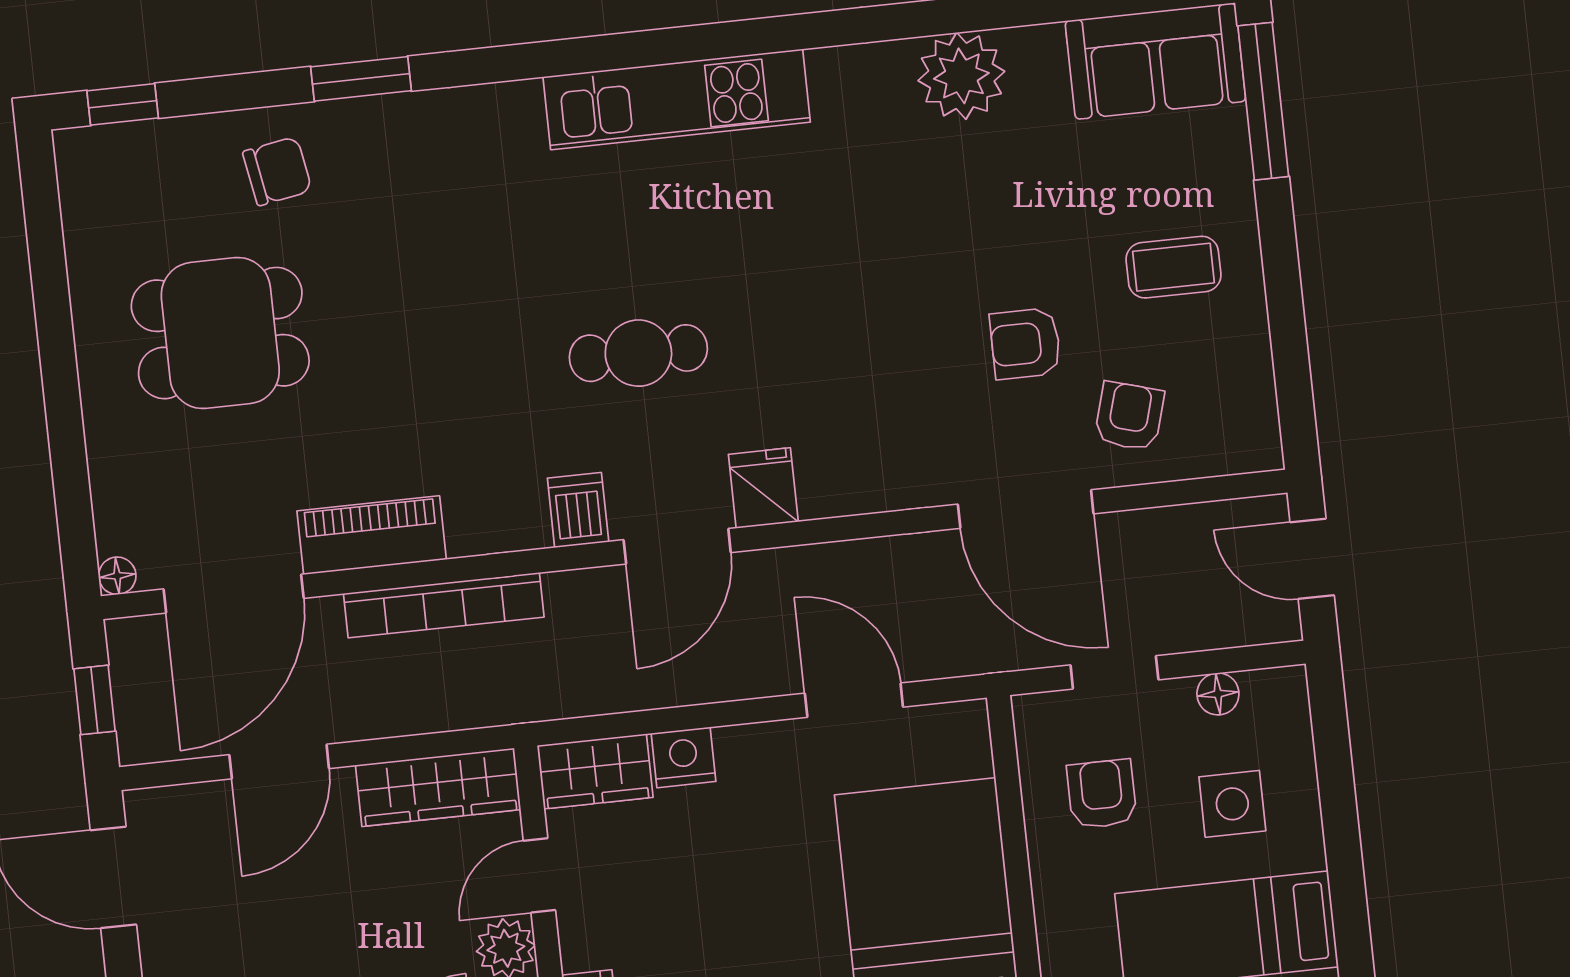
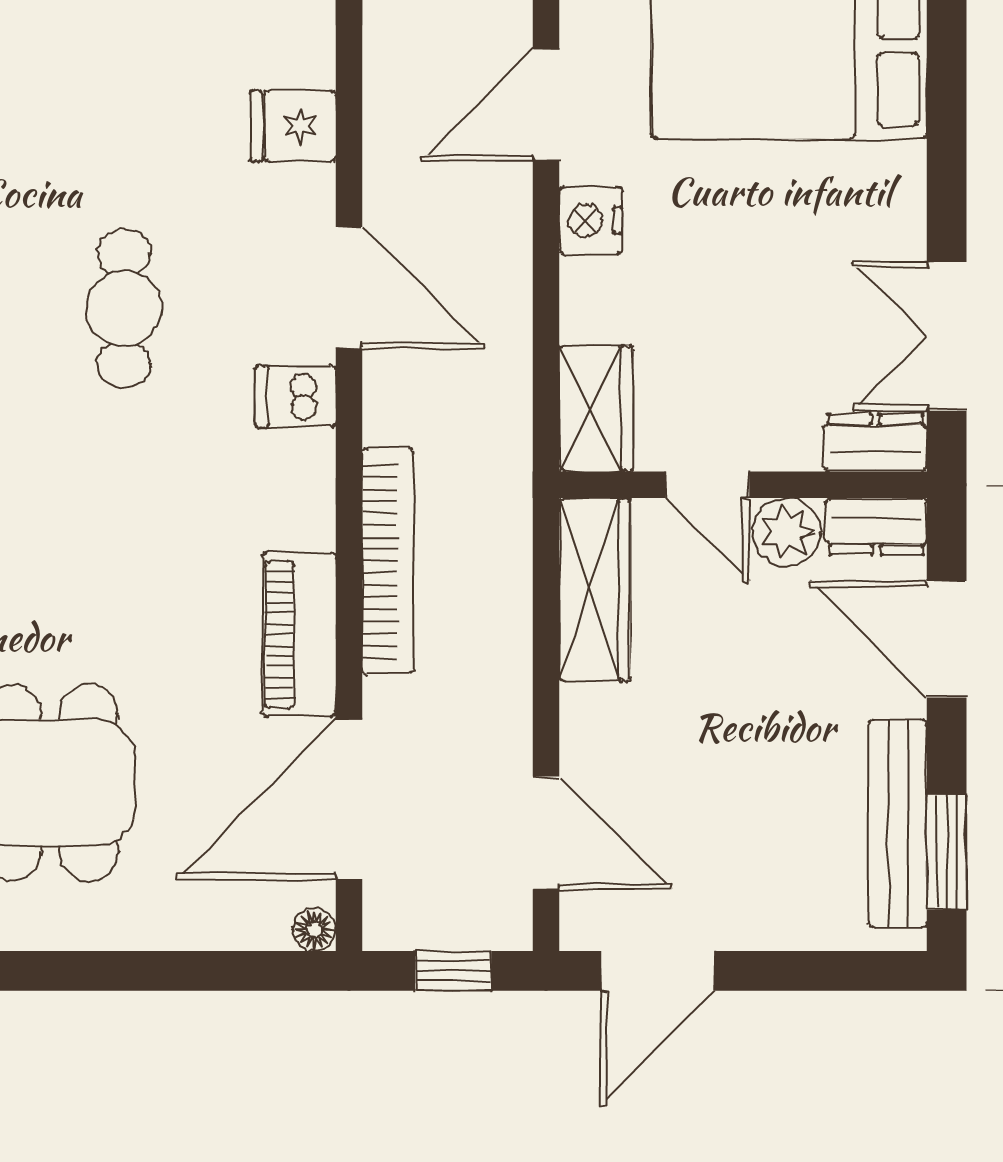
fridge: (763, 488) -> (293, 126), moved
door: (234, 594) -> (349, 799), swing flipped
nightstand: (684, 757) -> (591, 221), moved
door: (279, 762) -> (546, 833), moved

